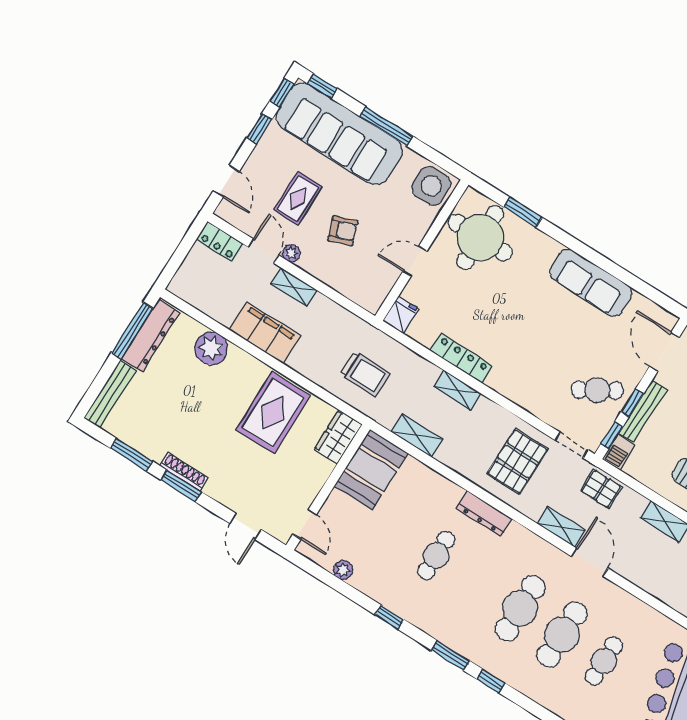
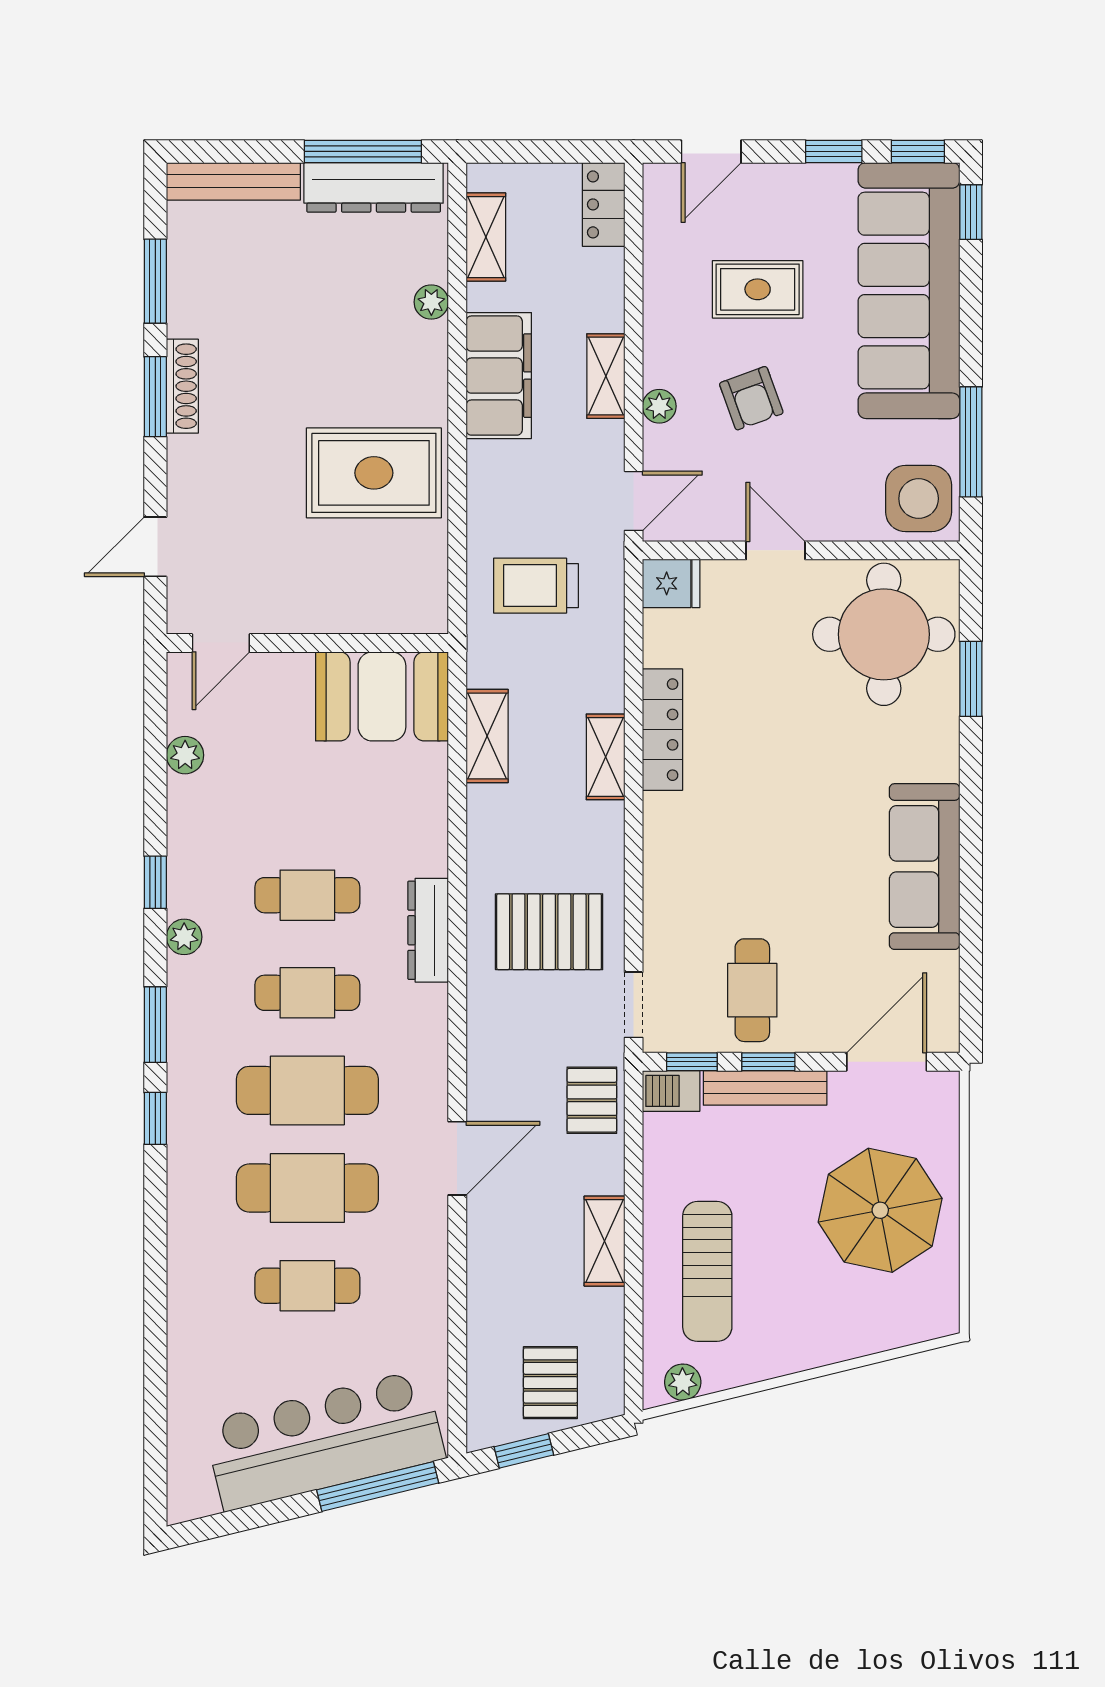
window: (386, 126) -> (971, 442), moved
door: (263, 251) -> (634, 501), moved
plant: (291, 253) -> (659, 406), moved
plant: (211, 348) -> (431, 302), width x0.53, depth x0.53
trolley: (365, 374) -> (536, 586), turned 90
cafe table: (597, 390) -> (752, 990), turned 31
wardrobe: (338, 437) -> (402, 607), removed
shelving: (561, 527) -> (486, 237), moved
cafe table: (478, 582) -> (307, 993), added
plant: (421, 620) -> (184, 937), added

